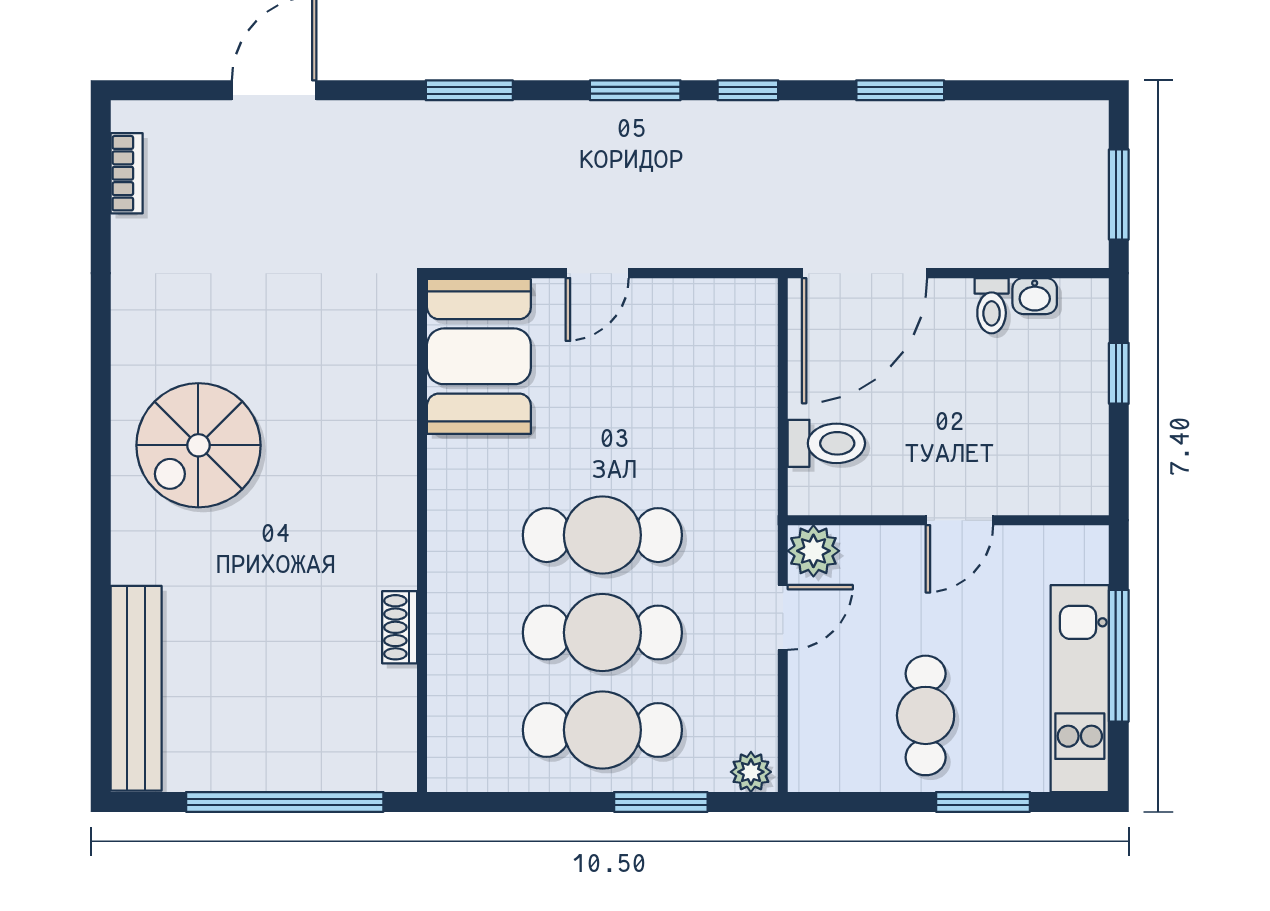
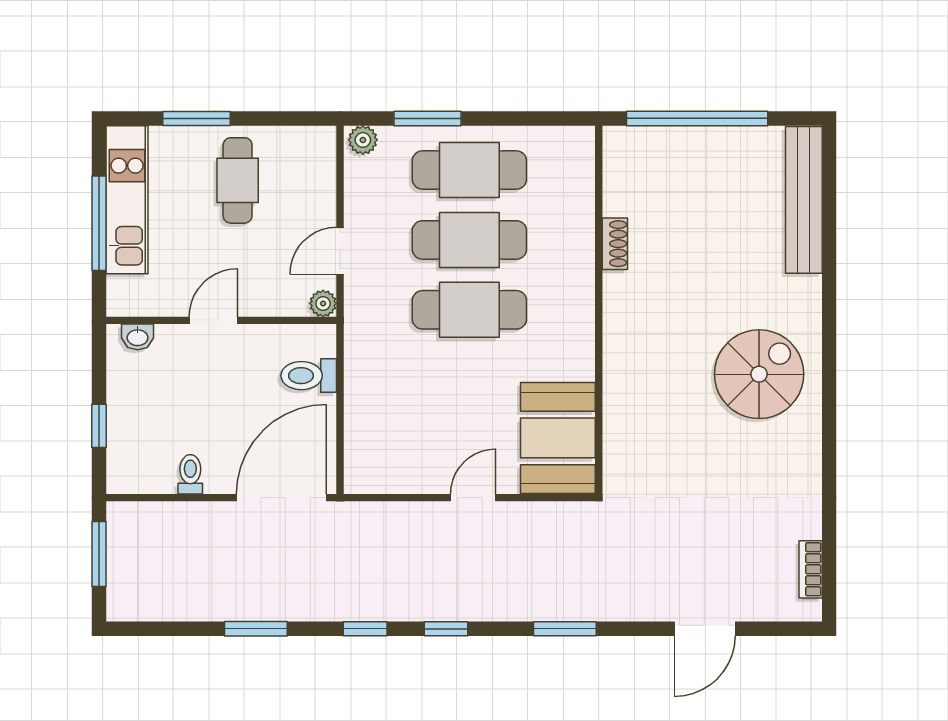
window: (635, 90) -> (446, 629), width x0.67
washbasin: (1035, 296) -> (138, 337), moved, turned 180
plant: (813, 551) -> (323, 303), width x0.73, depth x0.73

